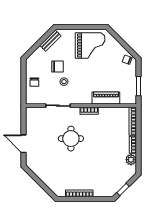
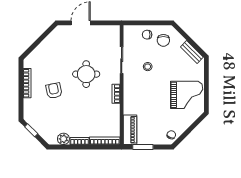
grand piano: (90, 46) -> (187, 95), turned -90
chair: (57, 67) -> (163, 40), moved
piano: (106, 98) -> (130, 130), moved
armchair: (86, 168) -> (54, 91), added

